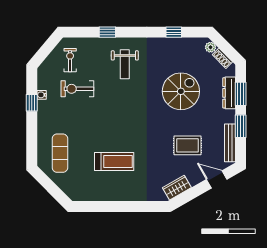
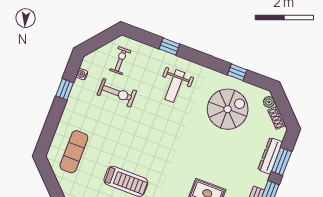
exercise bike: (77, 89) -> (117, 93), turned 180
spiral stairs: (181, 91) -> (228, 109), moved
water cooler: (42, 95) -> (82, 74), moved

